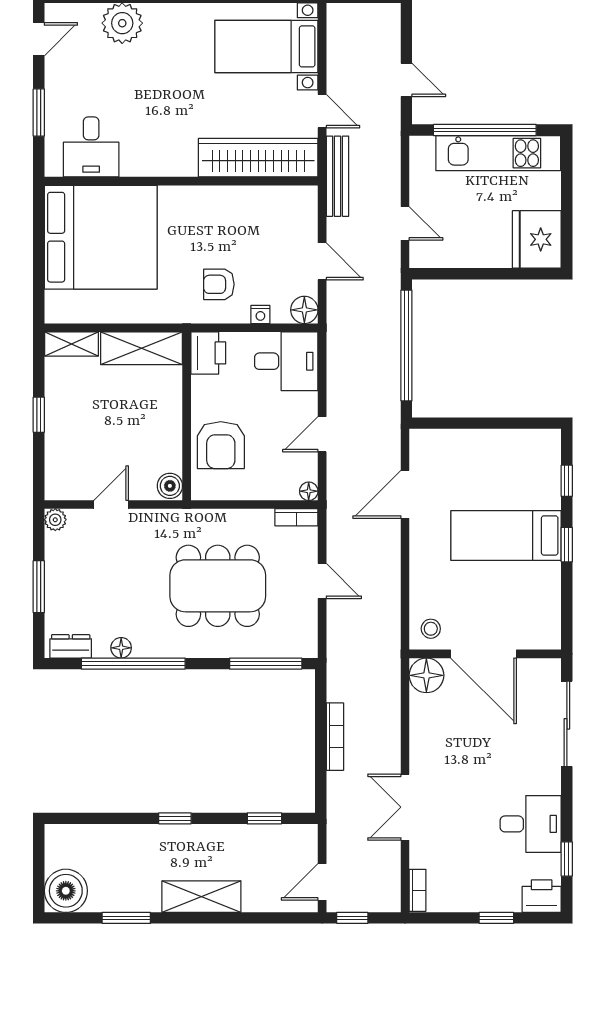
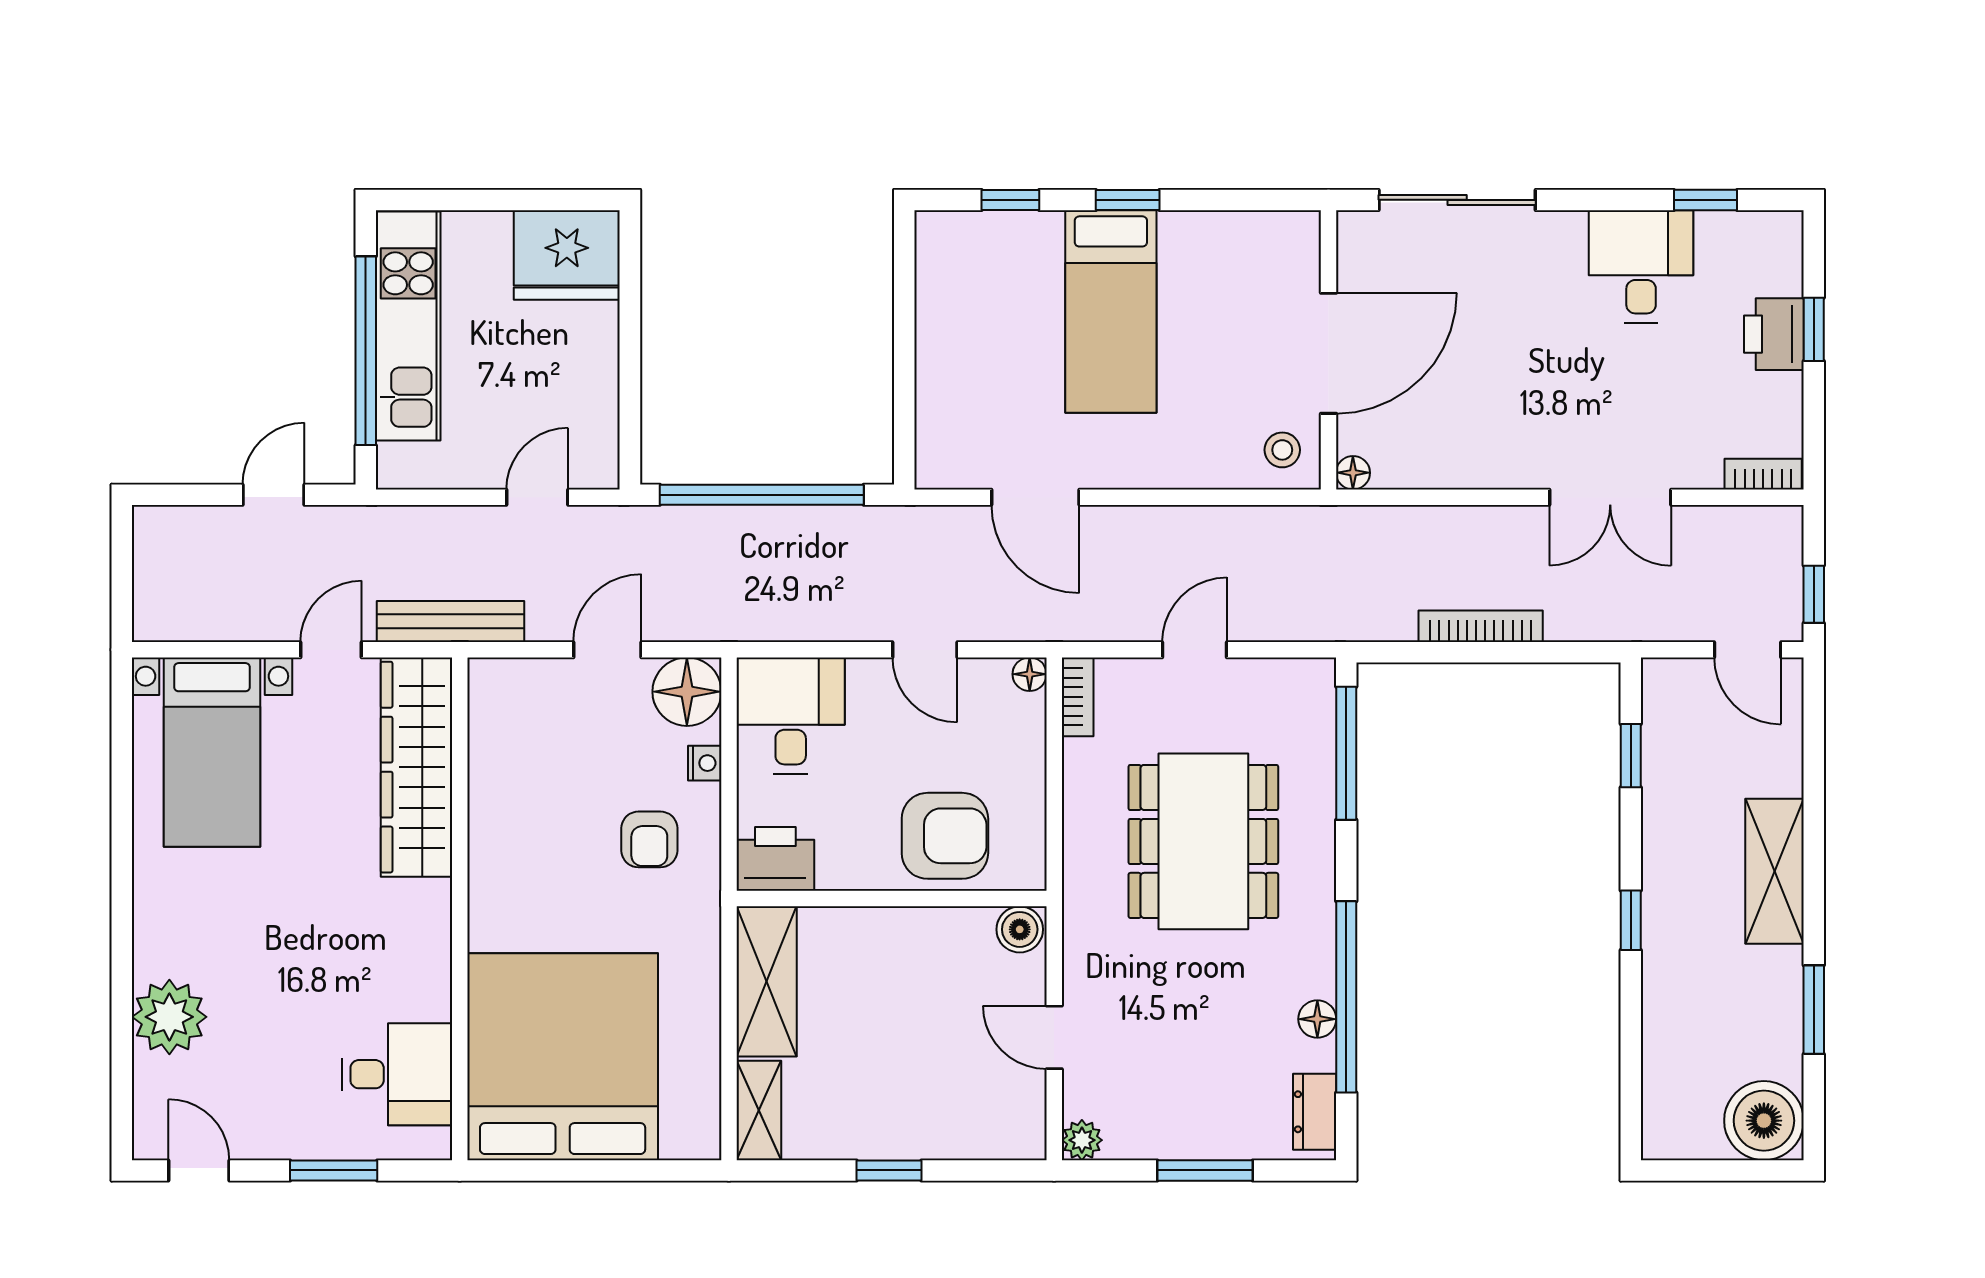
floor lamp: (304, 310) -> (687, 692), width x1.38, depth x1.38
floor lamp: (426, 675) -> (1353, 473), width x0.53, depth x0.53
printer: (542, 896) -> (1774, 334), moved

